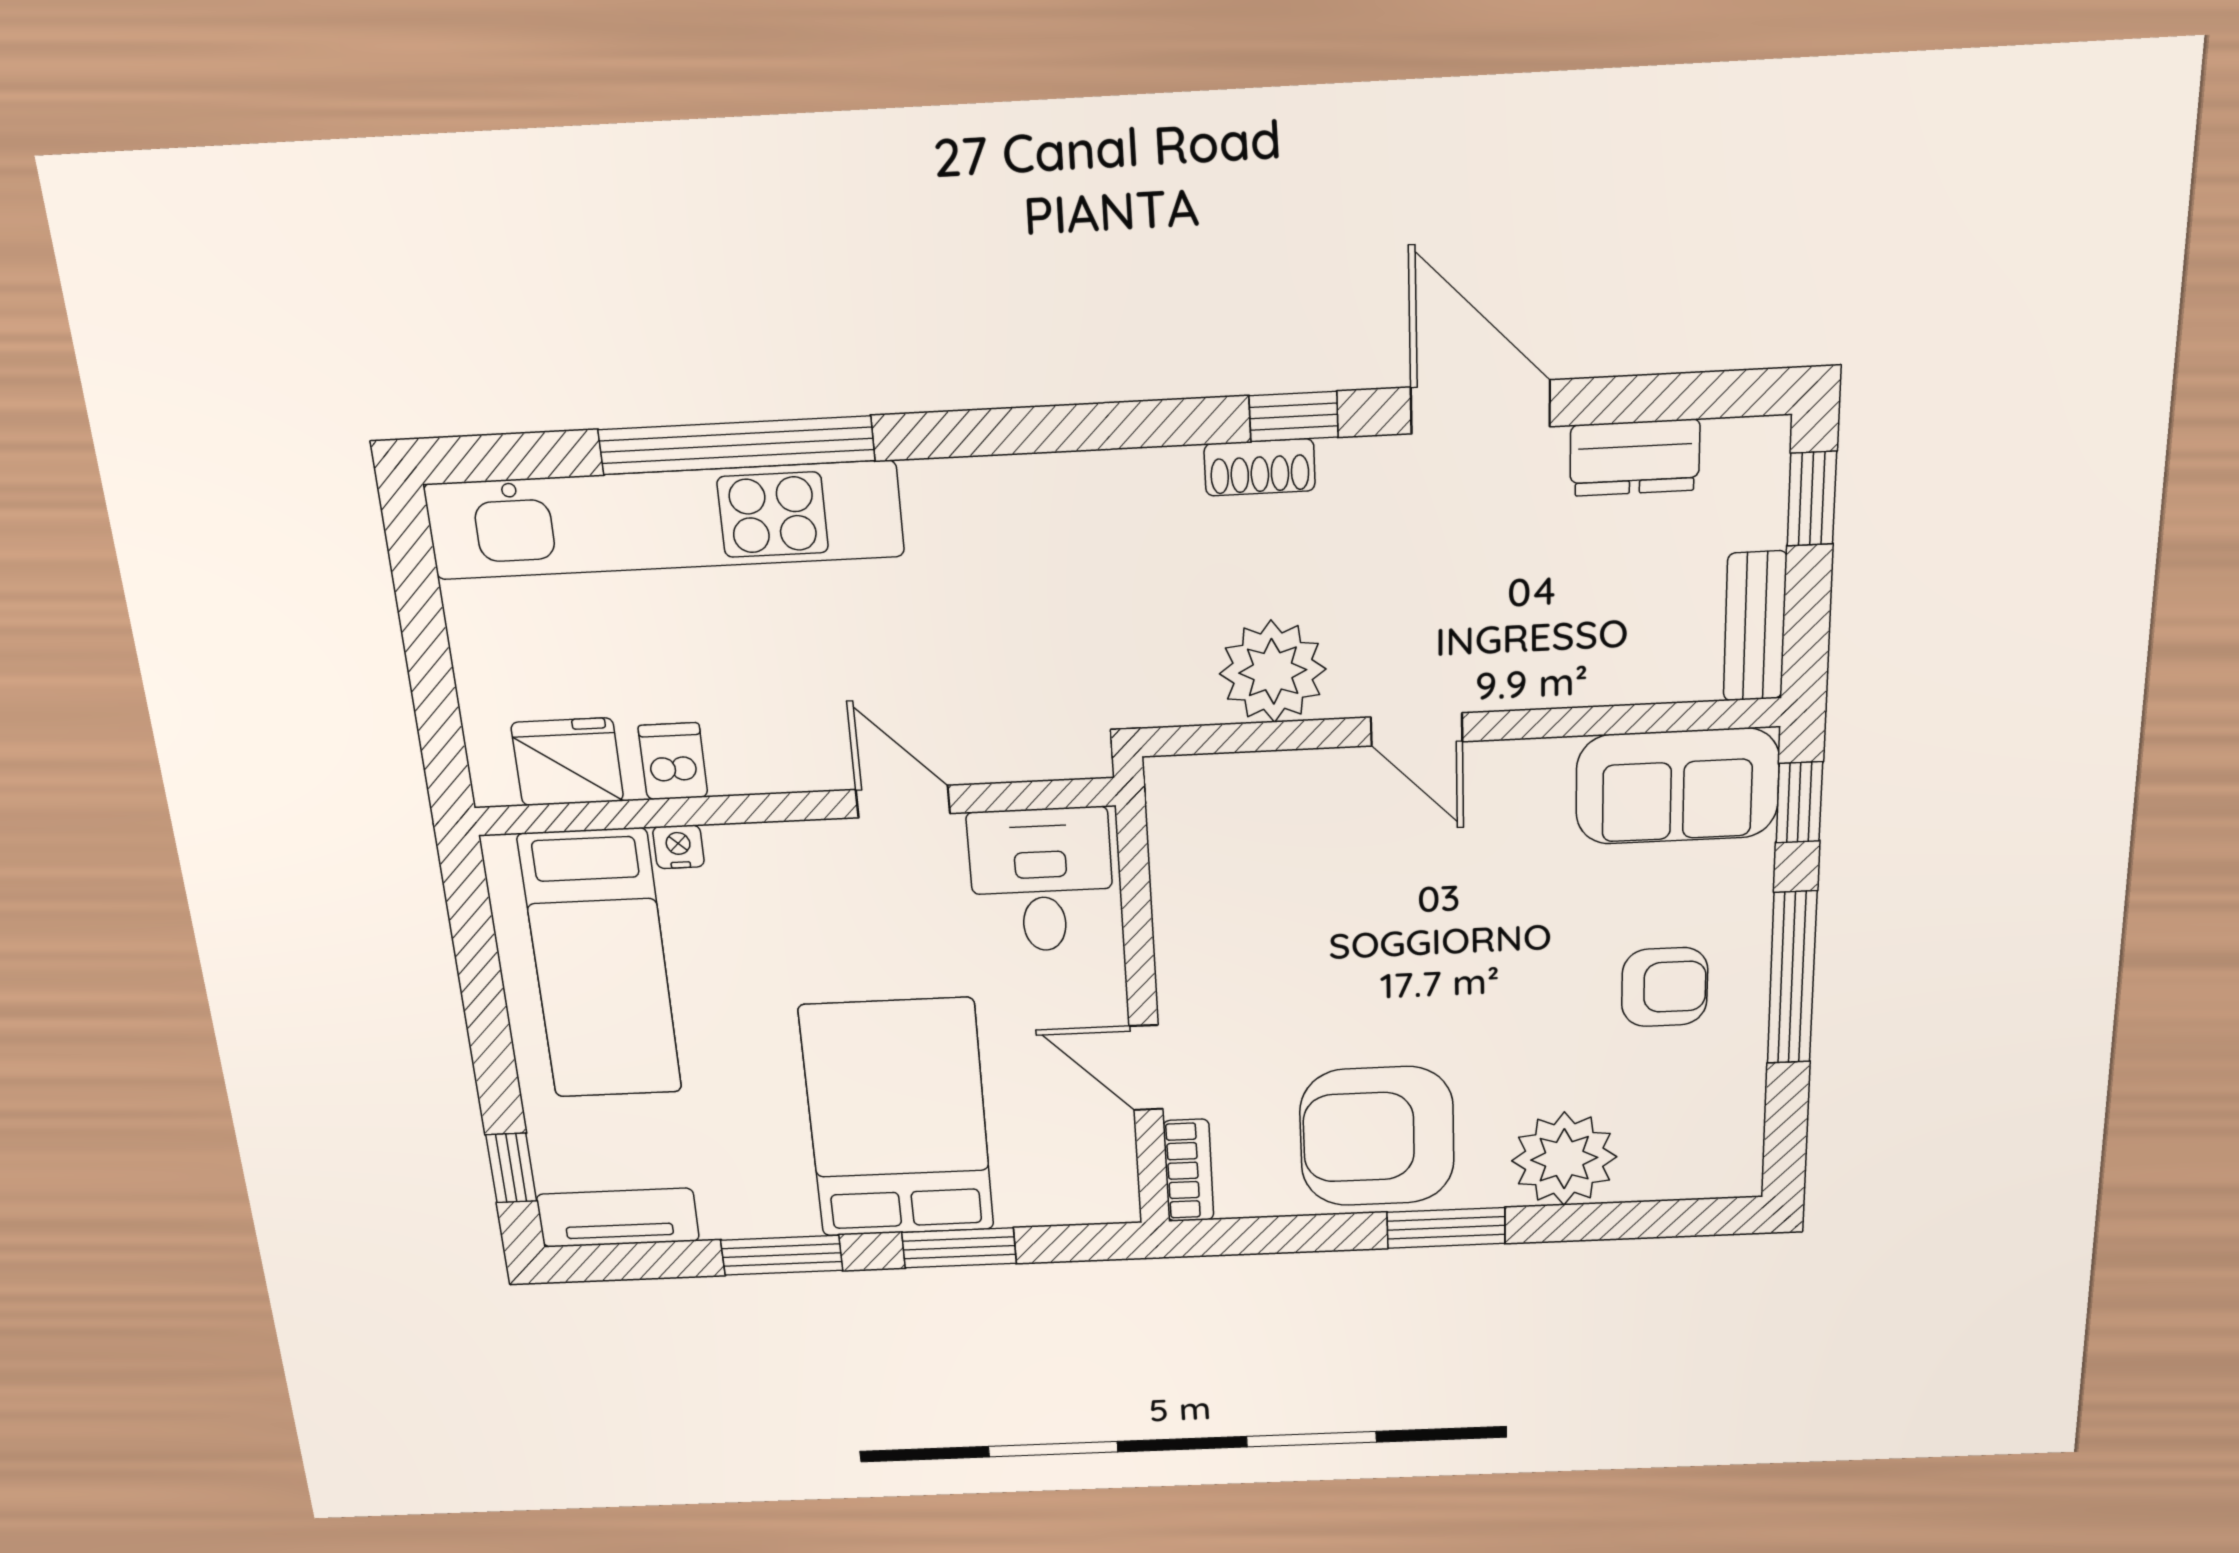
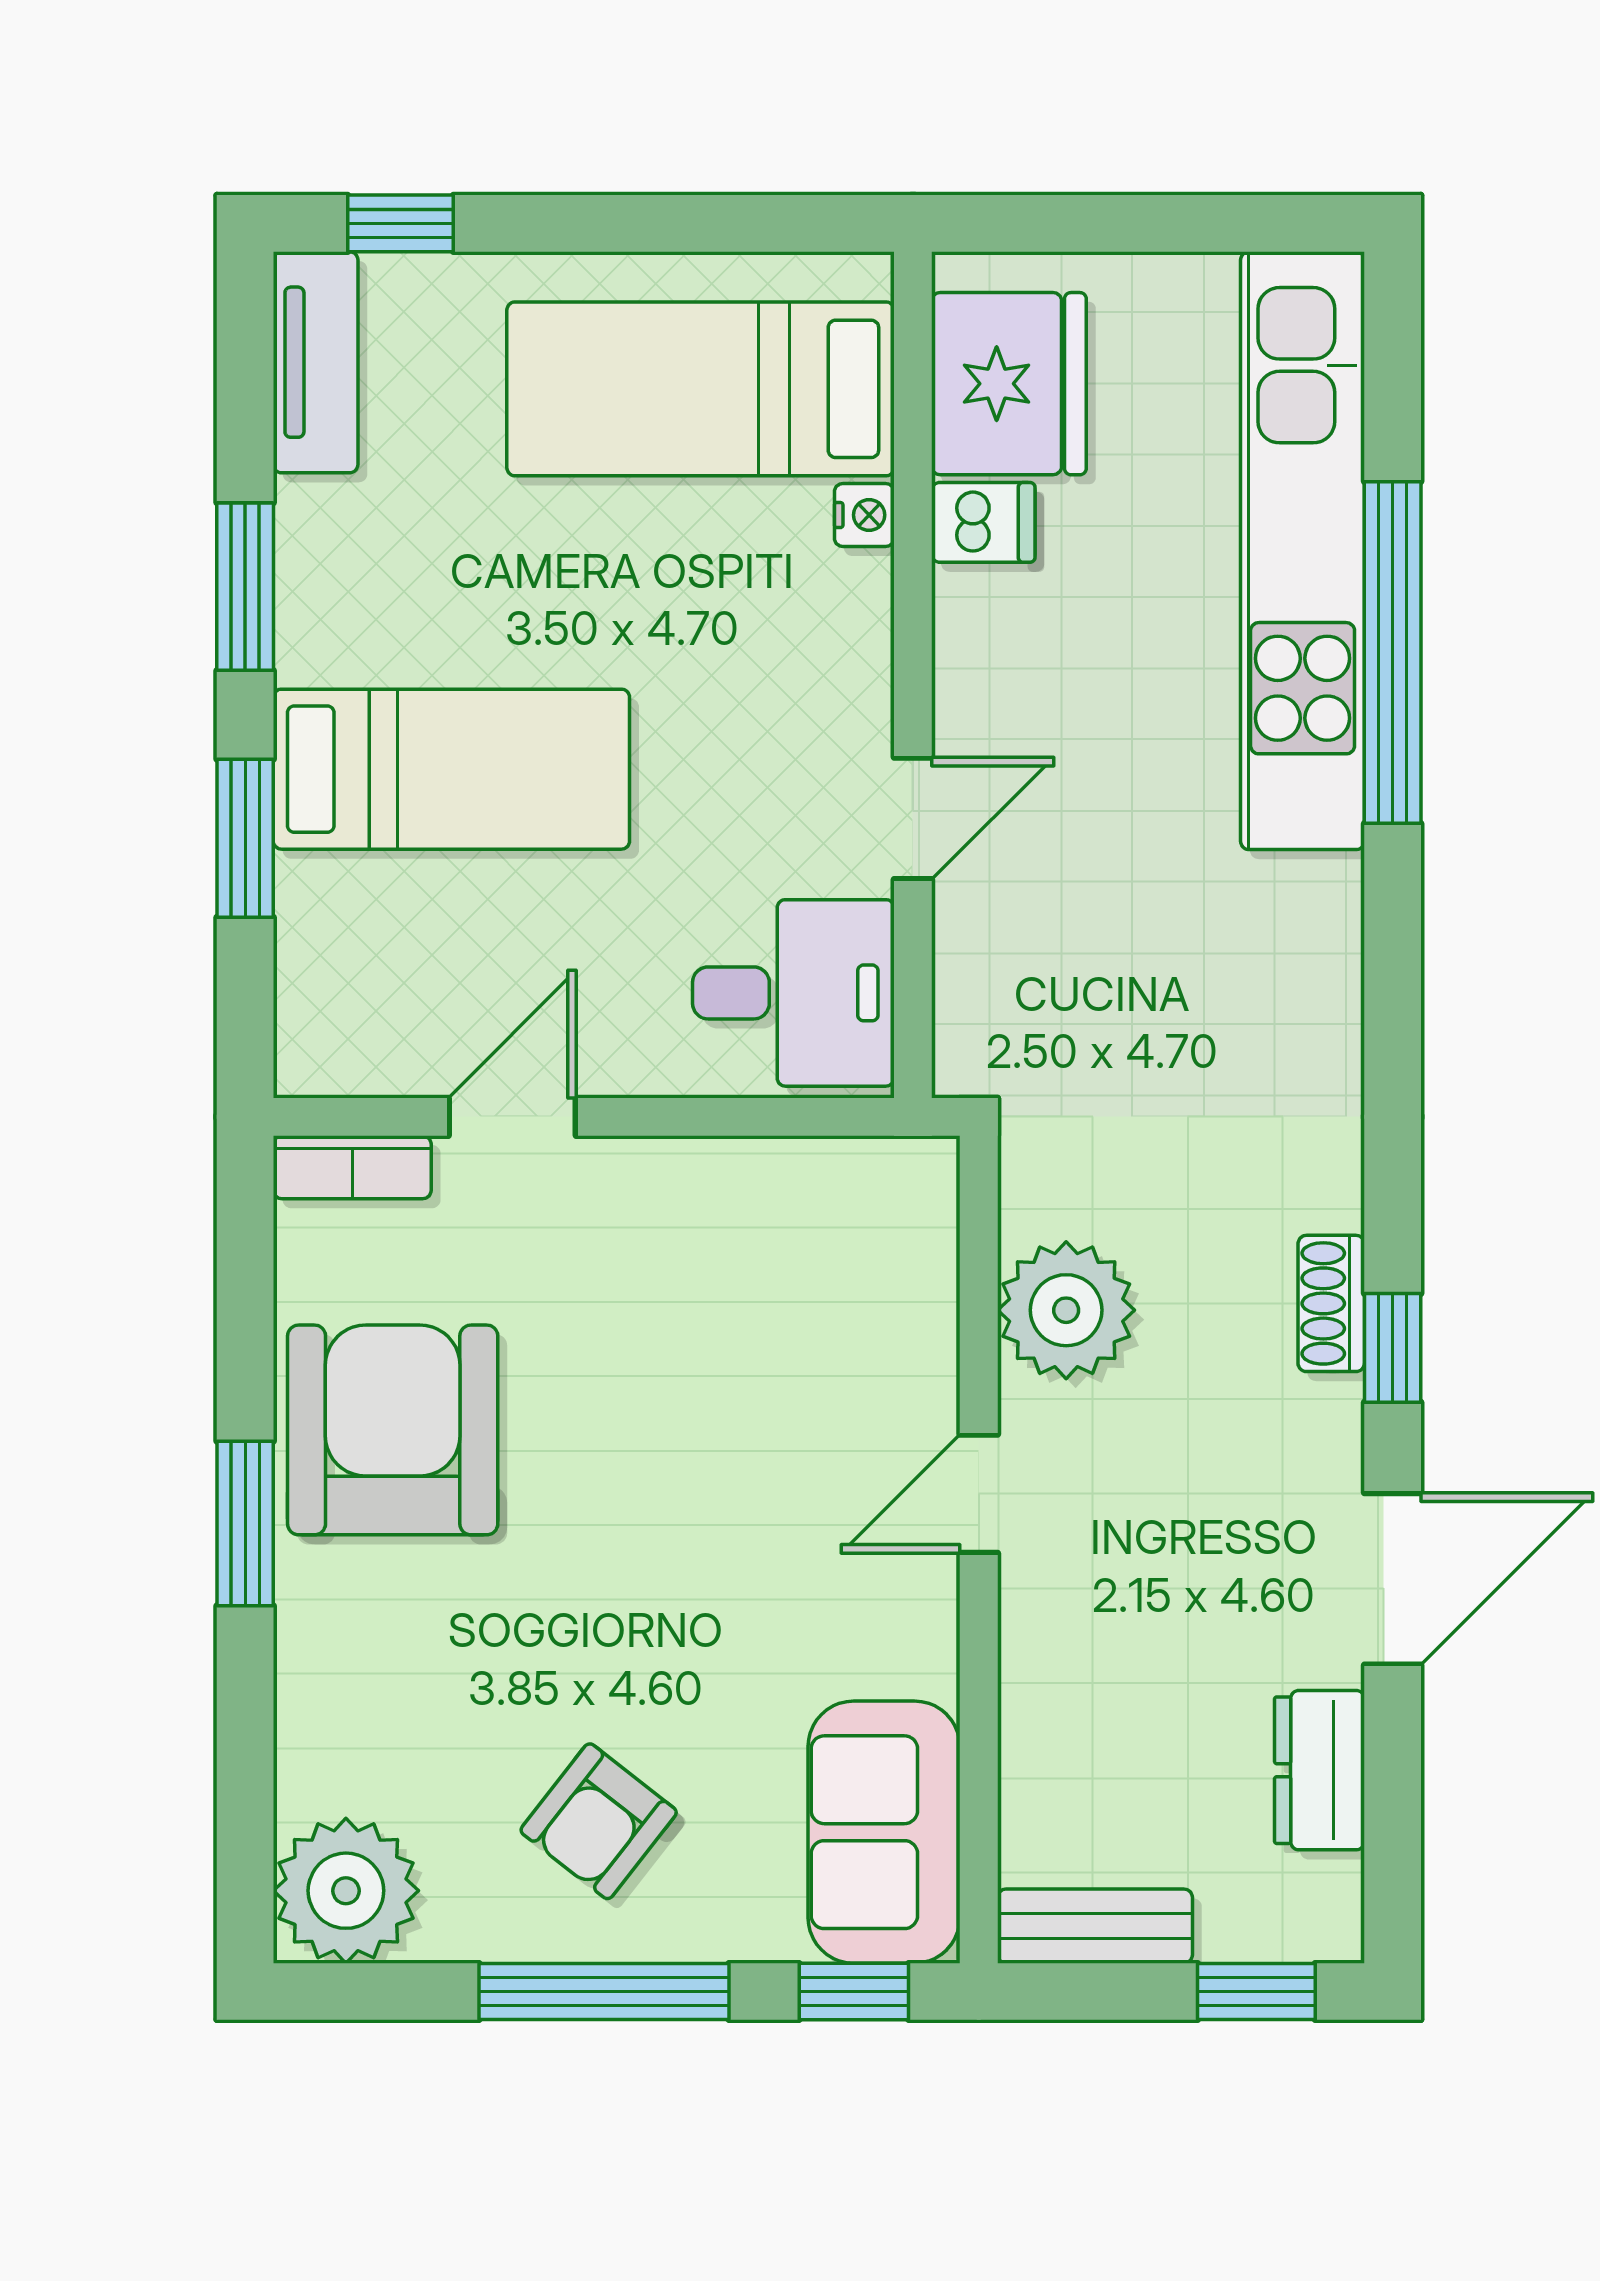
fridge: (567, 762) -> (1009, 384), width x1.36, depth x1.34
armchair: (1665, 987) -> (599, 1821), turned 38
bed: (897, 1119) -> (451, 769), width x0.67
plant: (1564, 1159) -> (346, 1891), moved

